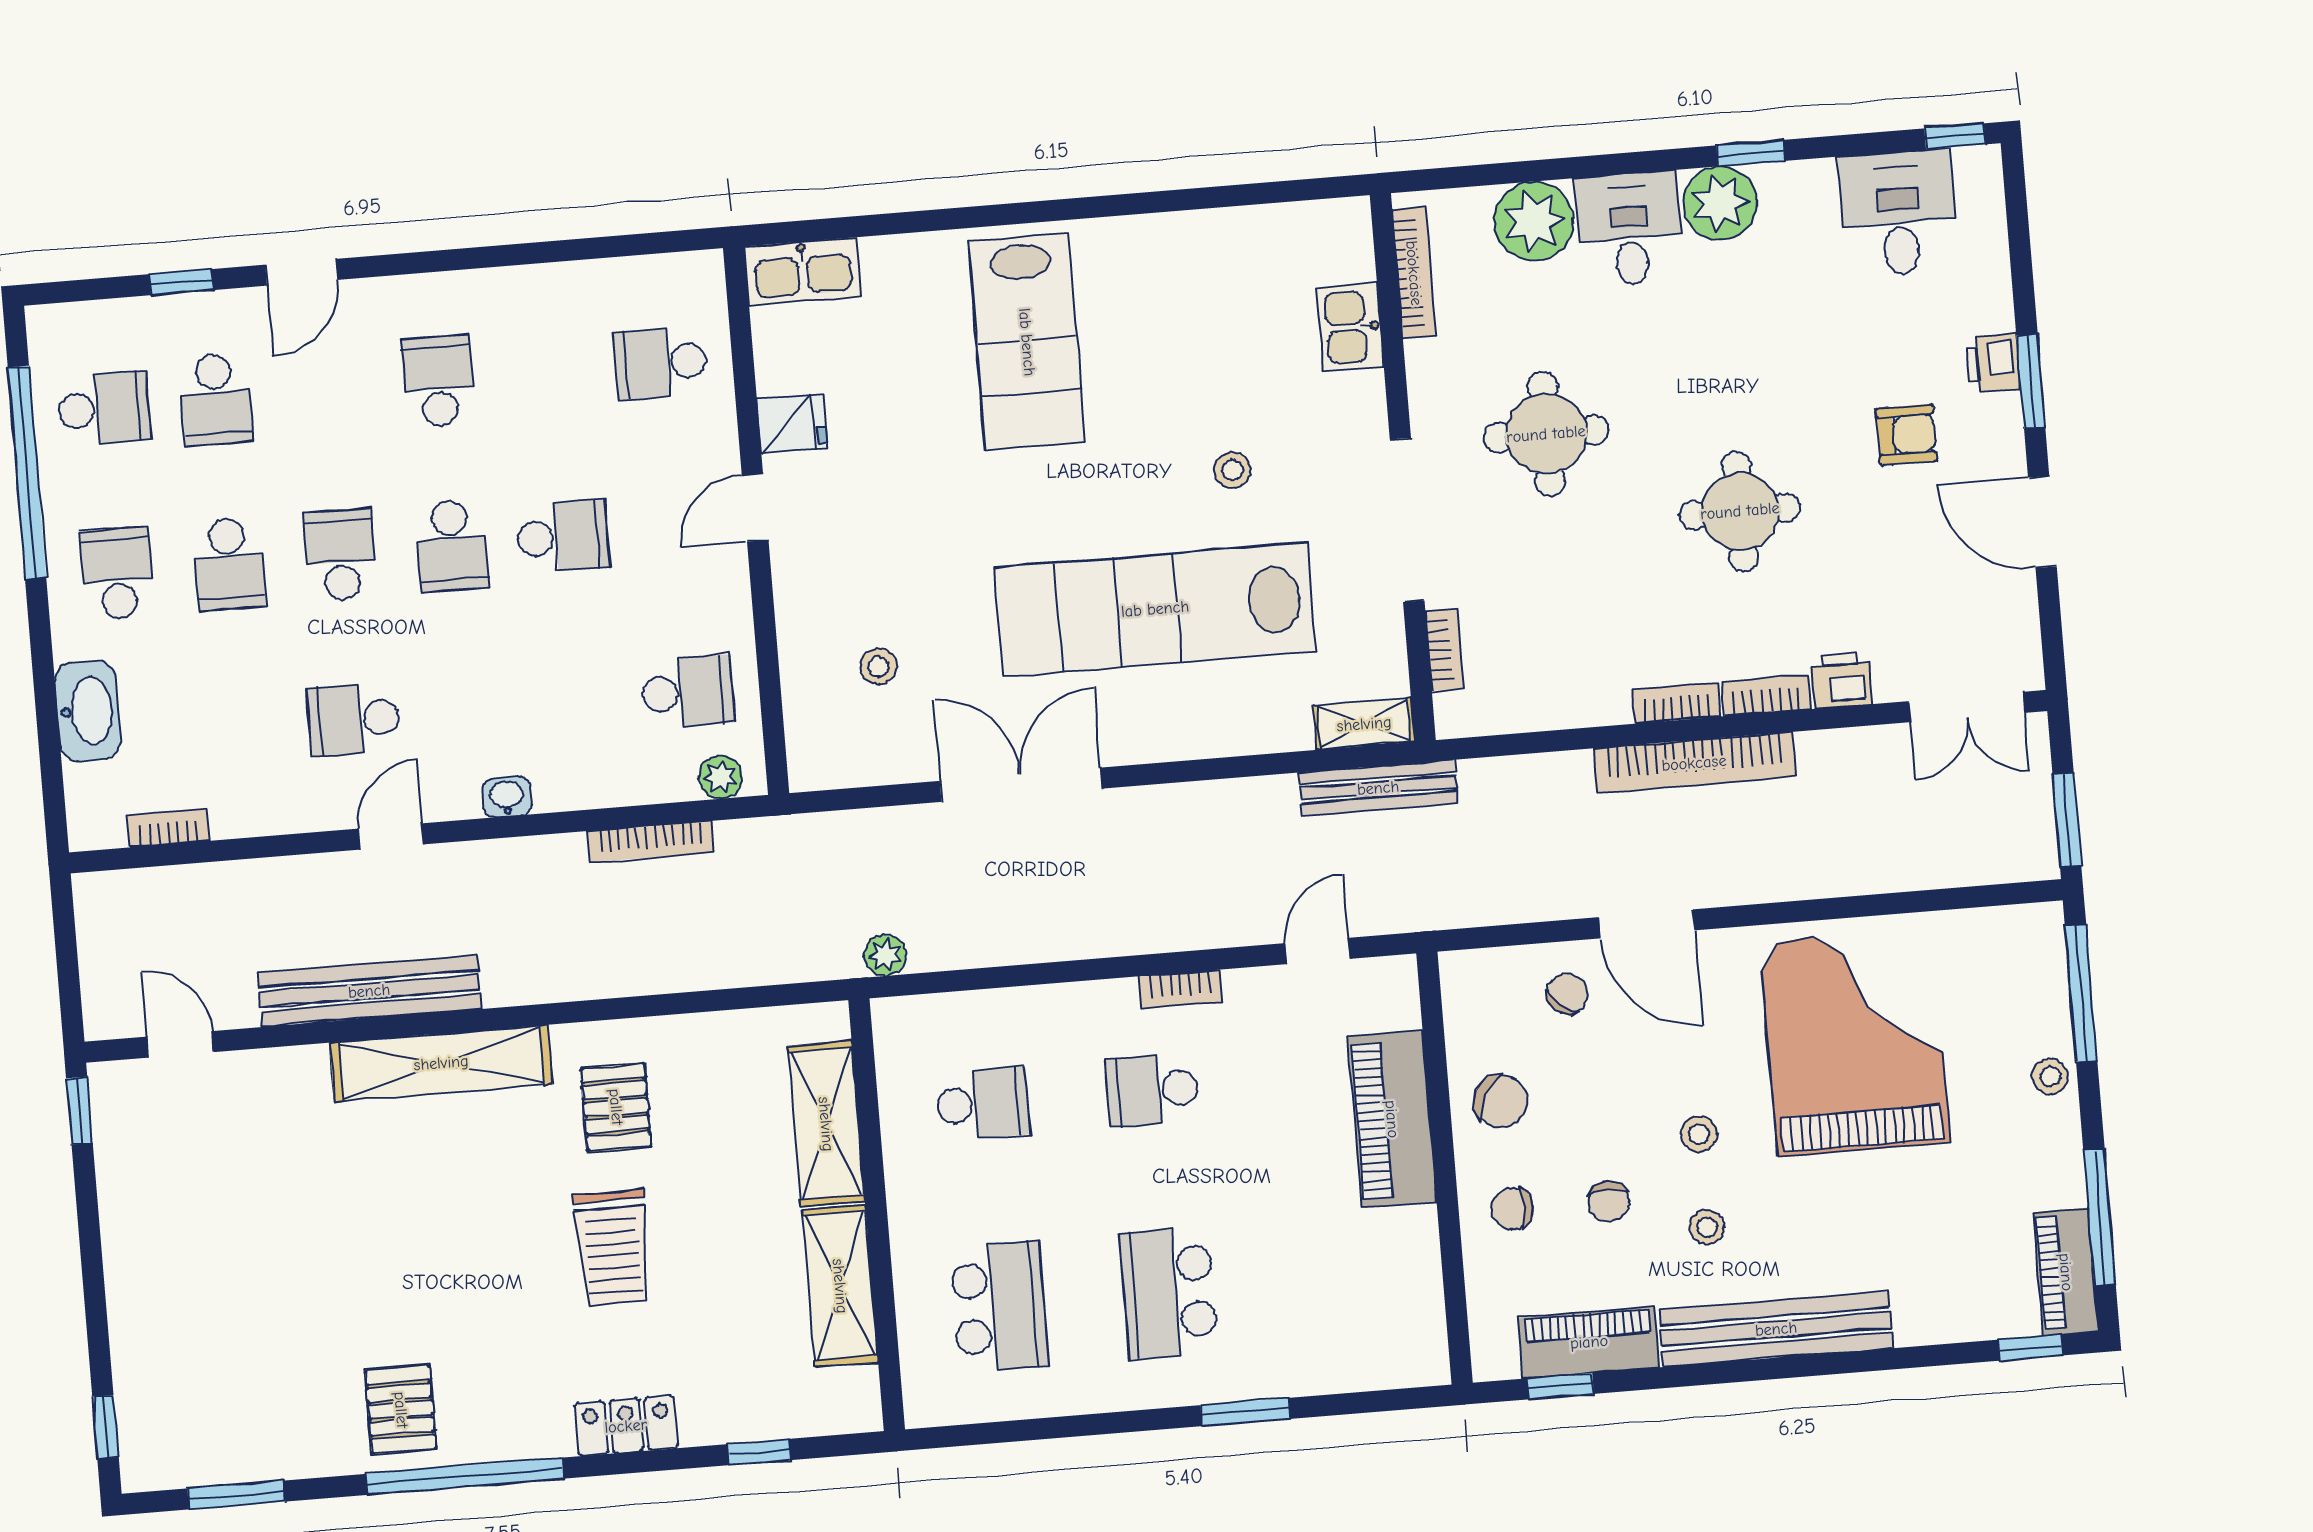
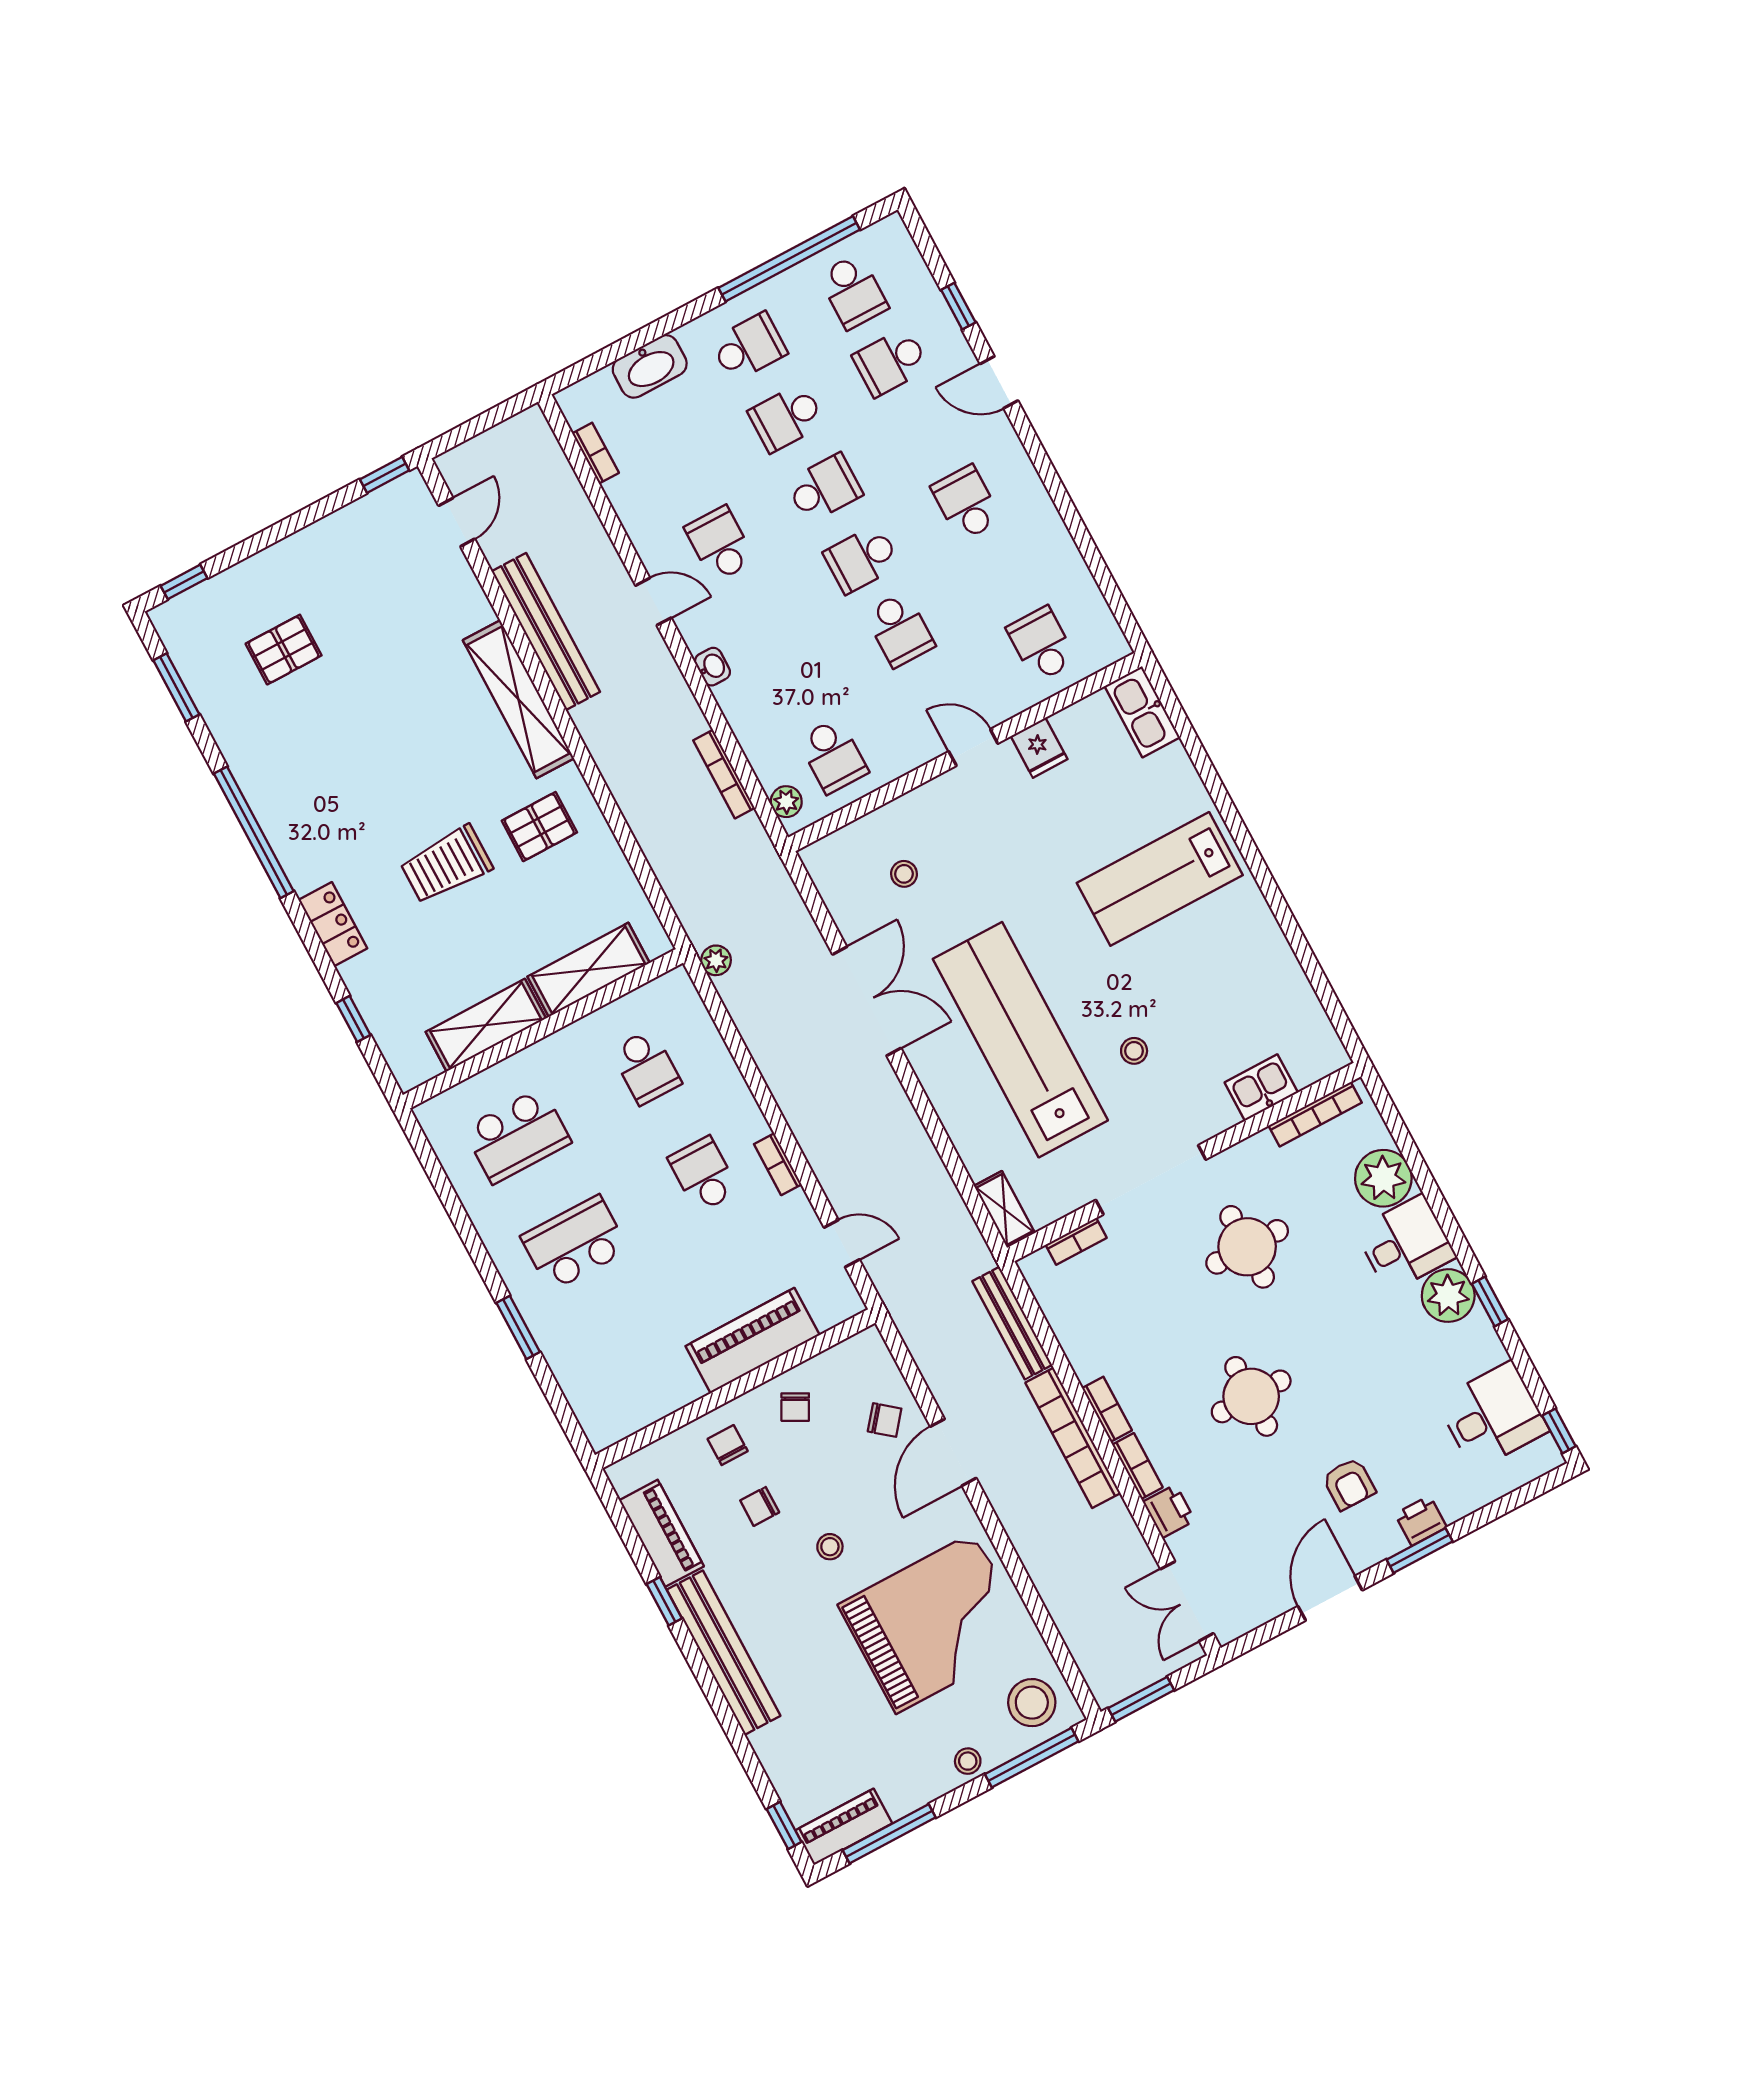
school desk: (438, 381) -> (966, 503), turned -90
bench: (1378, 788) -> (1012, 1323), moved
chair: (1501, 1101) -> (795, 1407), width x0.73, depth x0.73
stool: (1707, 1227) -> (1032, 1703), moved, width x1.89, depth x1.89
window: (1560, 1386) -> (664, 1601), moved
pallet: (401, 1410) -> (284, 650), moved

